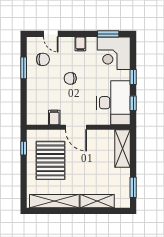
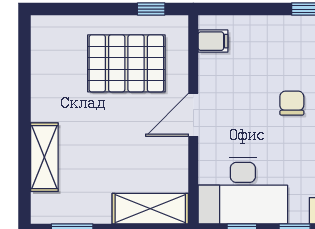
filing cabinet: (54, 117) -> (213, 41), moved
shelving: (54, 201) -> (44, 71), removed

